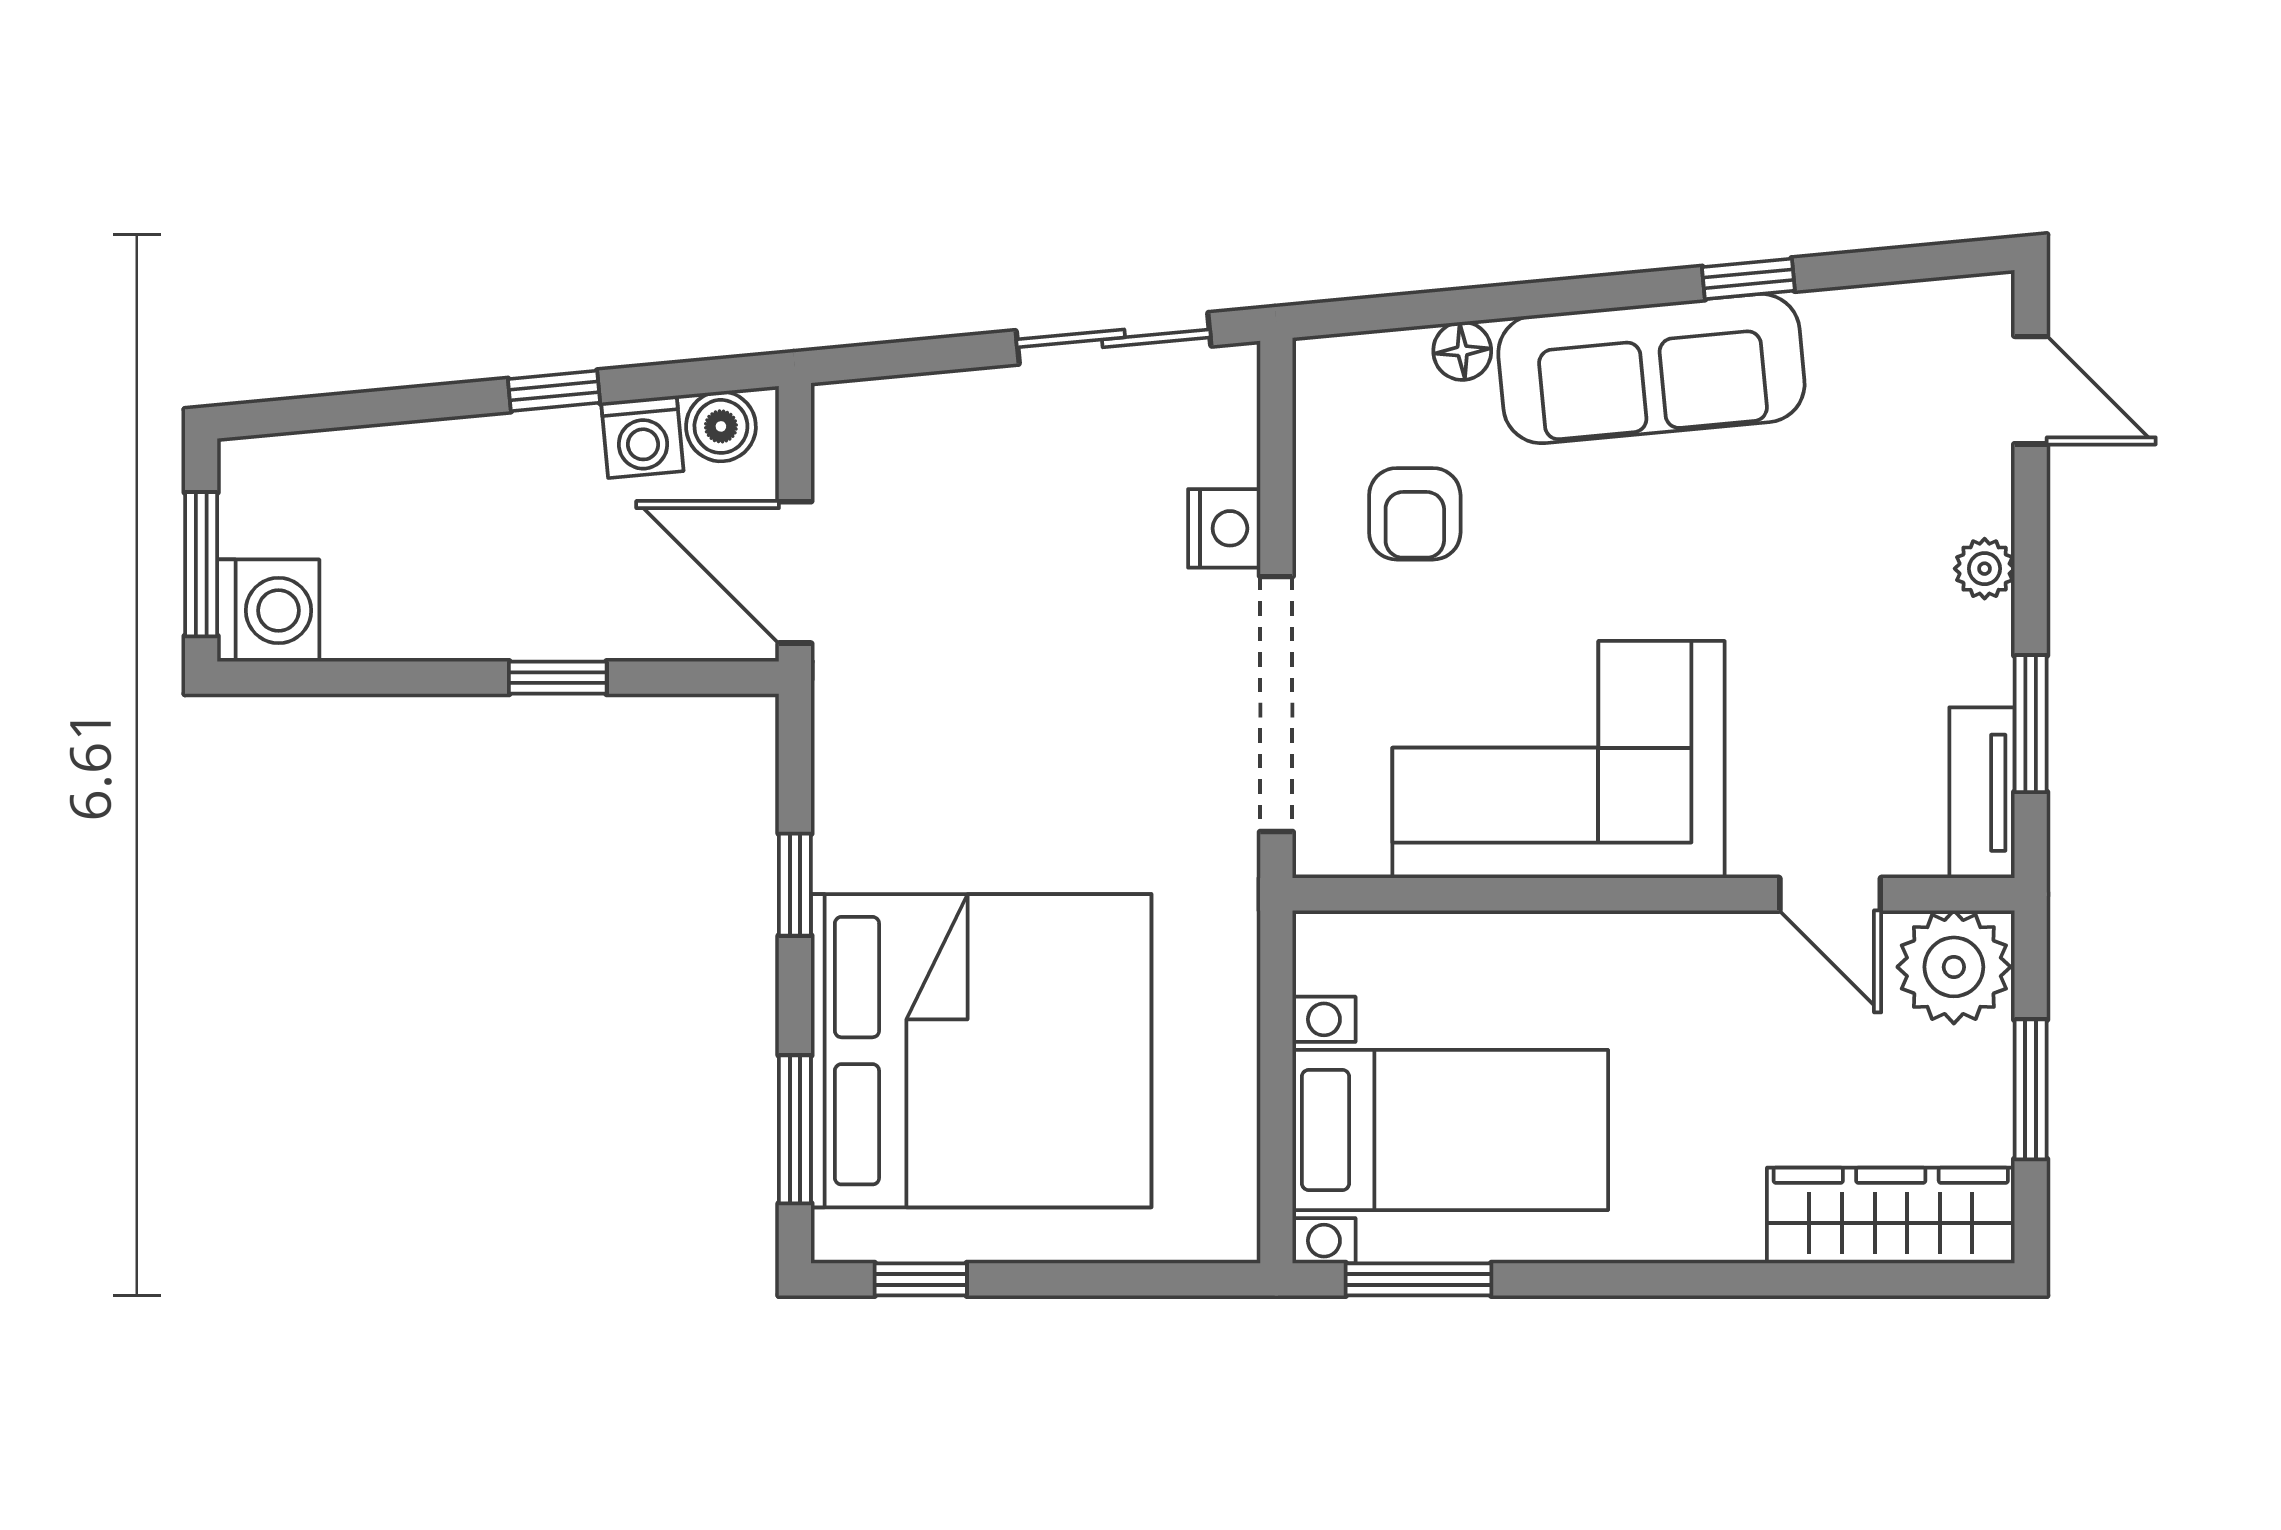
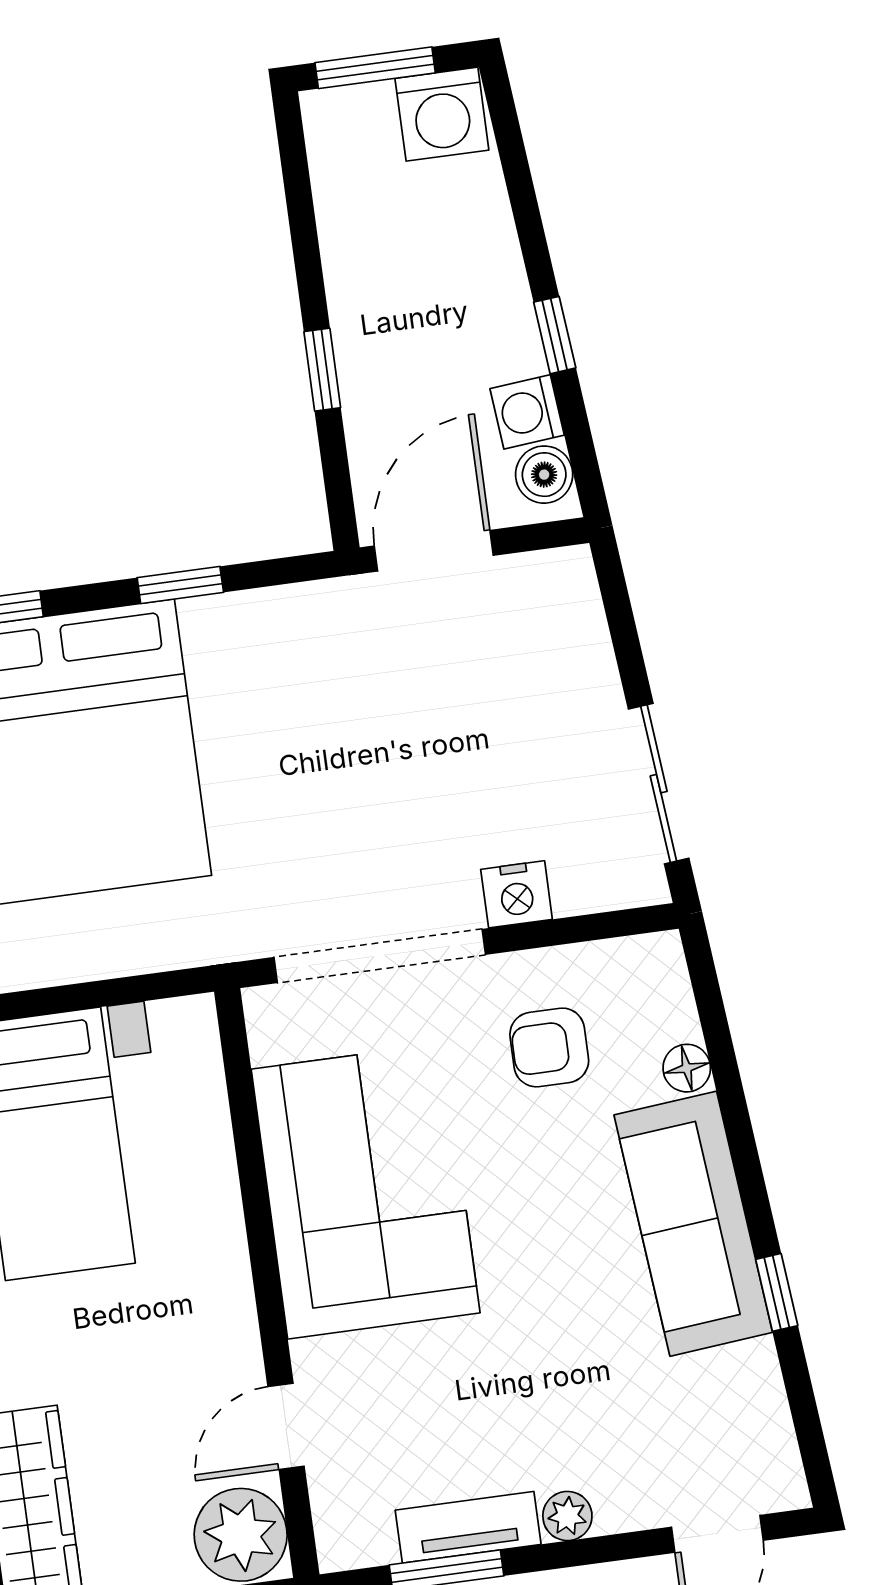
washing machine: (268, 610) -> (442, 114), moved
tv unit: (1982, 793) -> (468, 1527), moved

